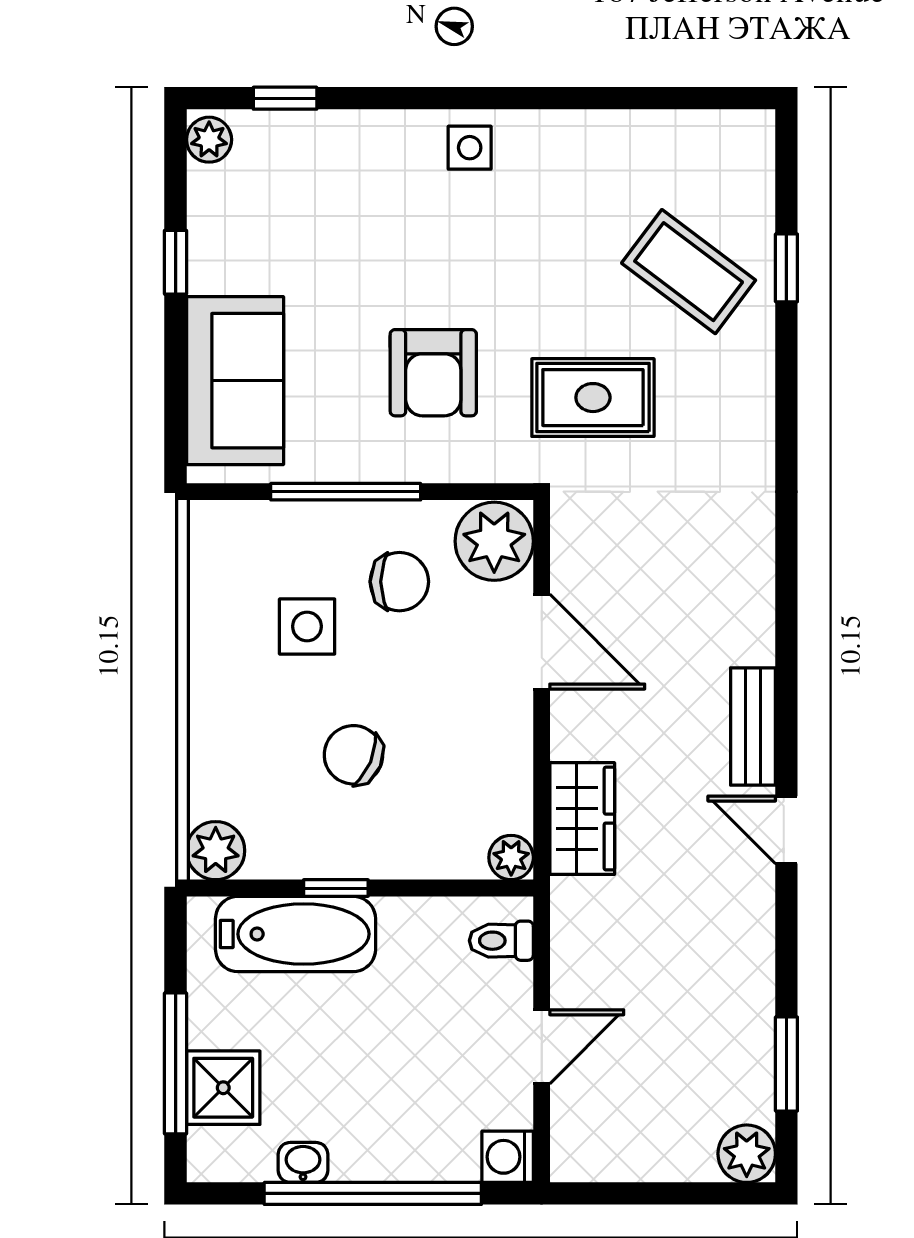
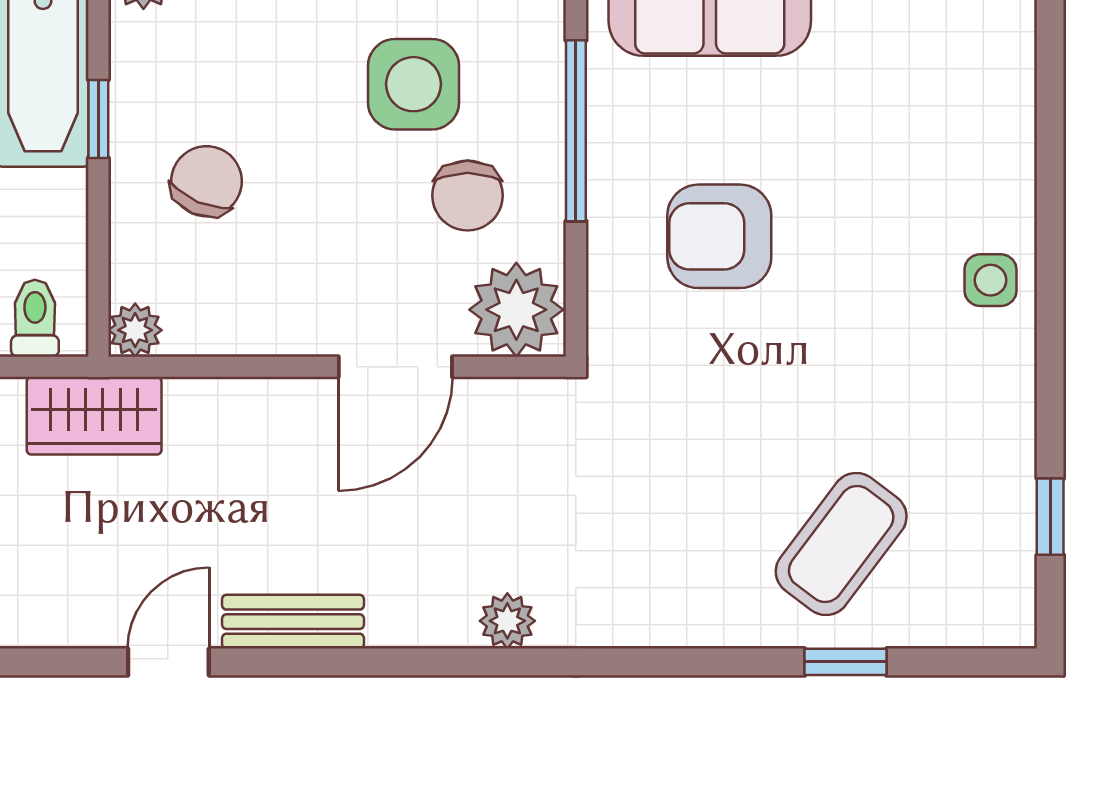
window: (285, 98) -> (1050, 517), moved
rug: (593, 398) -> (689, 429), removed
plant: (752, 549) -> (507, 621), added
side table: (307, 626) -> (413, 84), width x1.37, depth x1.37
chair: (353, 755) -> (206, 181), moved
wardrobe: (582, 819) -> (94, 416), moved

